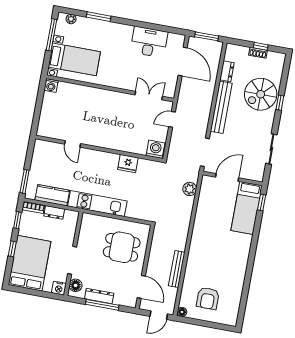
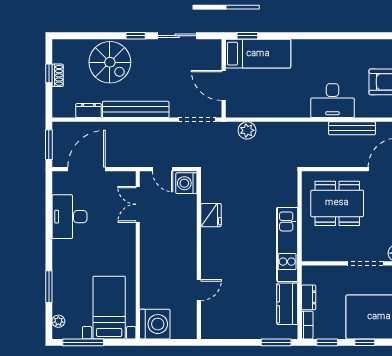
washing machine: (51, 85) -> (155, 324), width x1.89, depth x1.89
window: (280, 103) -> (136, 36), moved
door: (73, 144) -> (199, 290), moved
wall: (99, 149) -> (199, 255), moved
washing machine: (155, 149) -> (186, 183), moved
fridge: (128, 164) -> (211, 215), moved
dining table: (122, 247) -> (337, 203), width x1.38
desk: (200, 258) -> (332, 101), added

